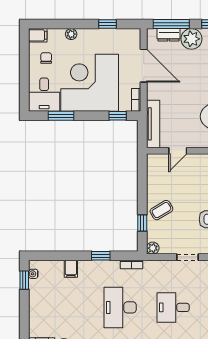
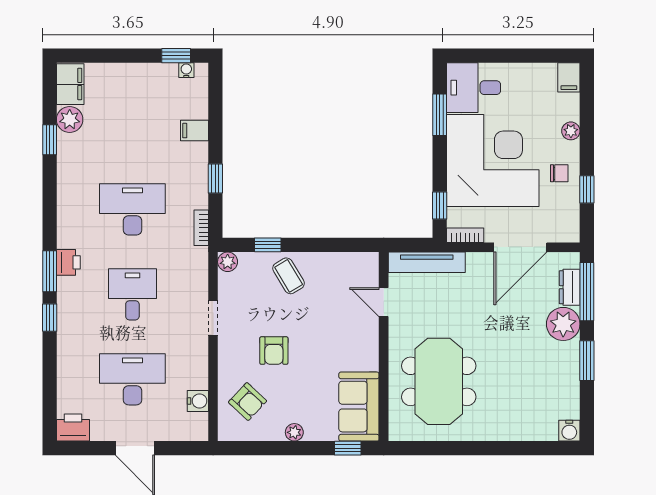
chair: (46, 58) -> (559, 173), moved

